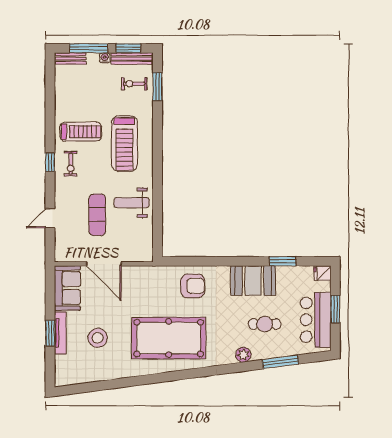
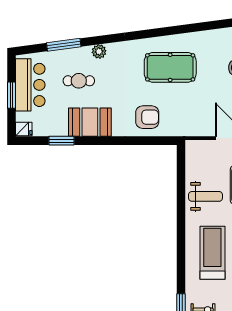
armchair: (193, 286) -> (147, 117), turned 180
pool table: (169, 338) -> (170, 67), width x0.73, depth x0.76

